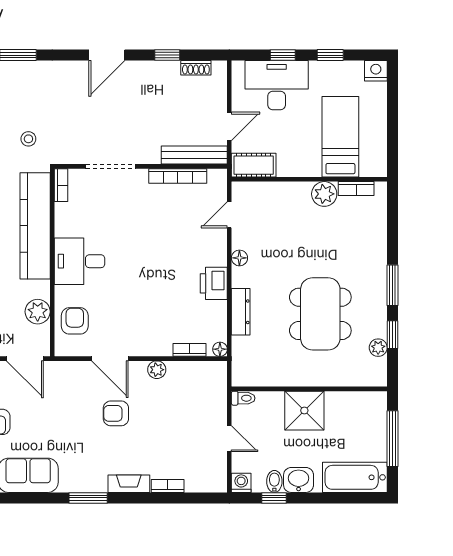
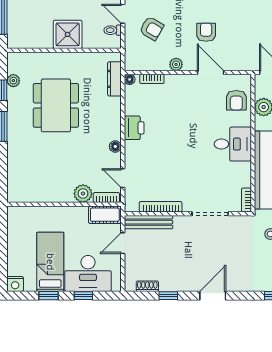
bed: (340, 137) -> (50, 262), moved, turned 180
bookcase: (356, 189) -> (106, 197), moved
plant: (324, 194) -> (83, 193), moved
door: (229, 215) -> (123, 178), swing flipped
dresser: (241, 312) -> (114, 79), moved
toilet: (243, 398) -> (113, 30), moved
armchair: (116, 413) -> (206, 32), turned -90
armchair: (190, 419) -> (152, 28), added

